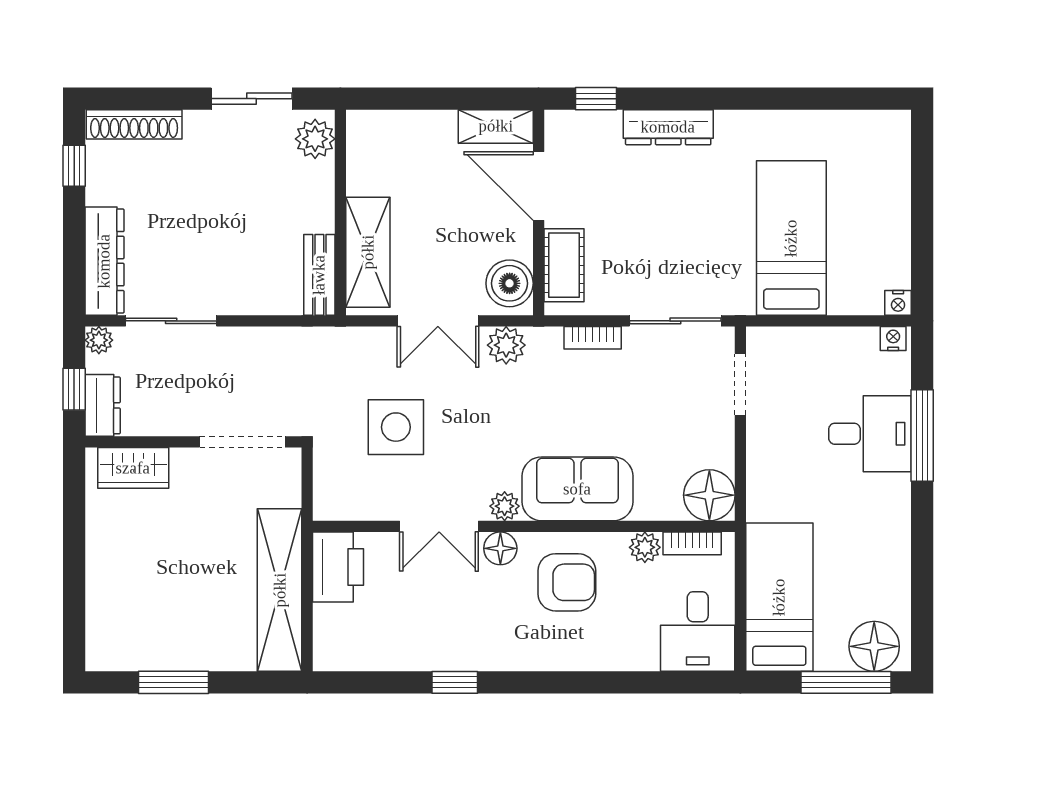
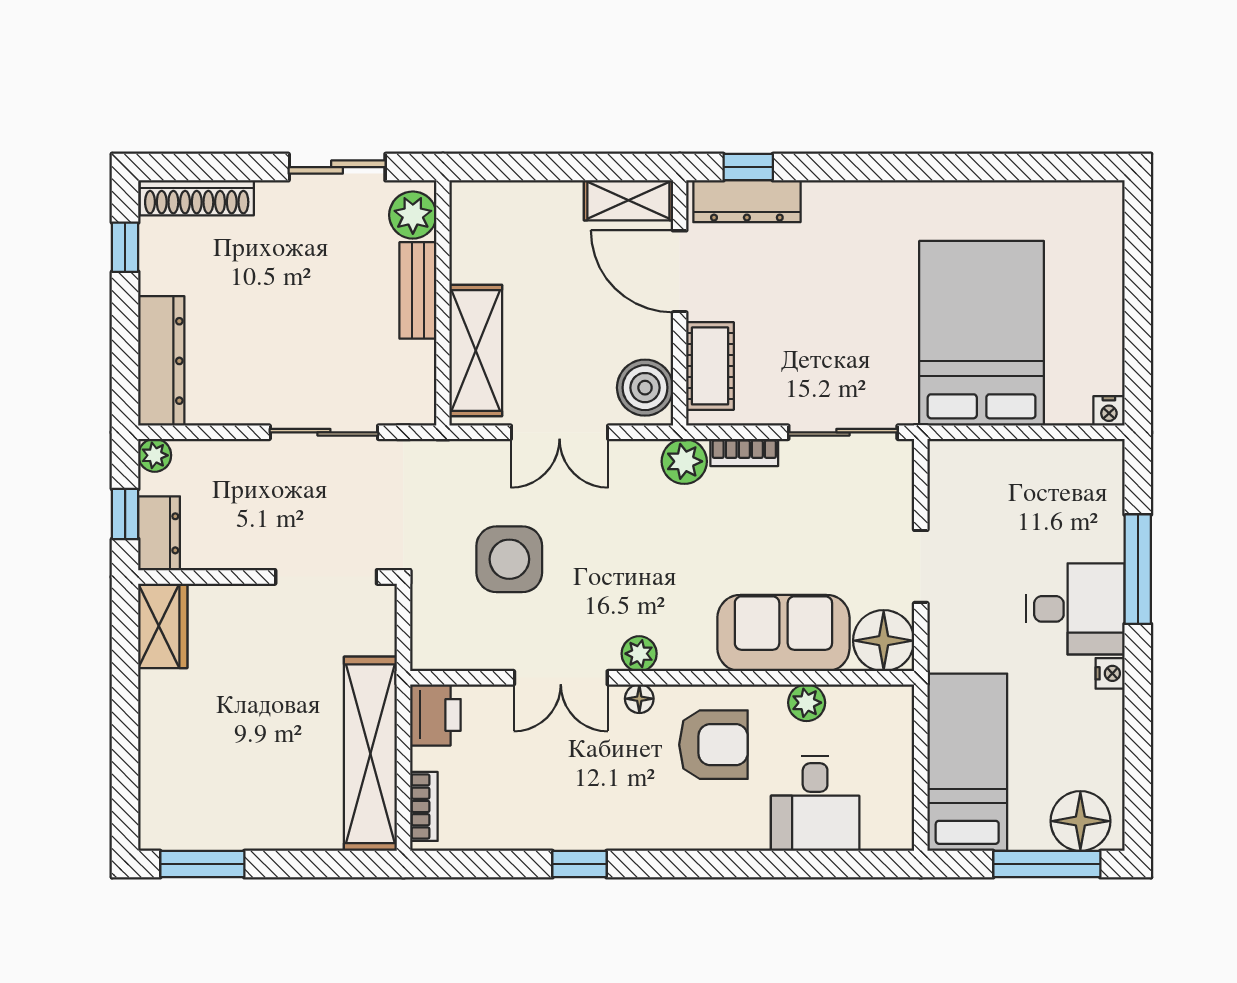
dresser: (668, 127) -> (747, 201), moved
bed: (791, 238) -> (982, 333), width x1.50
bench: (319, 275) -> (418, 290), moved
sliding door: (171, 321) -> (324, 432), moved
nightstand: (893, 338) -> (1110, 673), moved, turned 90
plant: (506, 345) -> (684, 461), moved
doorway: (740, 384) -> (921, 566), moved
desk: (870, 434) -> (1075, 609), moved
wardrobe: (133, 468) -> (163, 626), moved, turned -90
sofa: (577, 489) -> (783, 633), moved
bookcase: (692, 543) -> (424, 806), moved, turned -90
floor lamp: (500, 548) -> (639, 699), width x0.73, depth x0.73
printer: (338, 567) -> (435, 715), width x0.73, depth x0.84
desk: (698, 631) -> (815, 803), moved
window: (173, 682) -> (202, 864), moved

